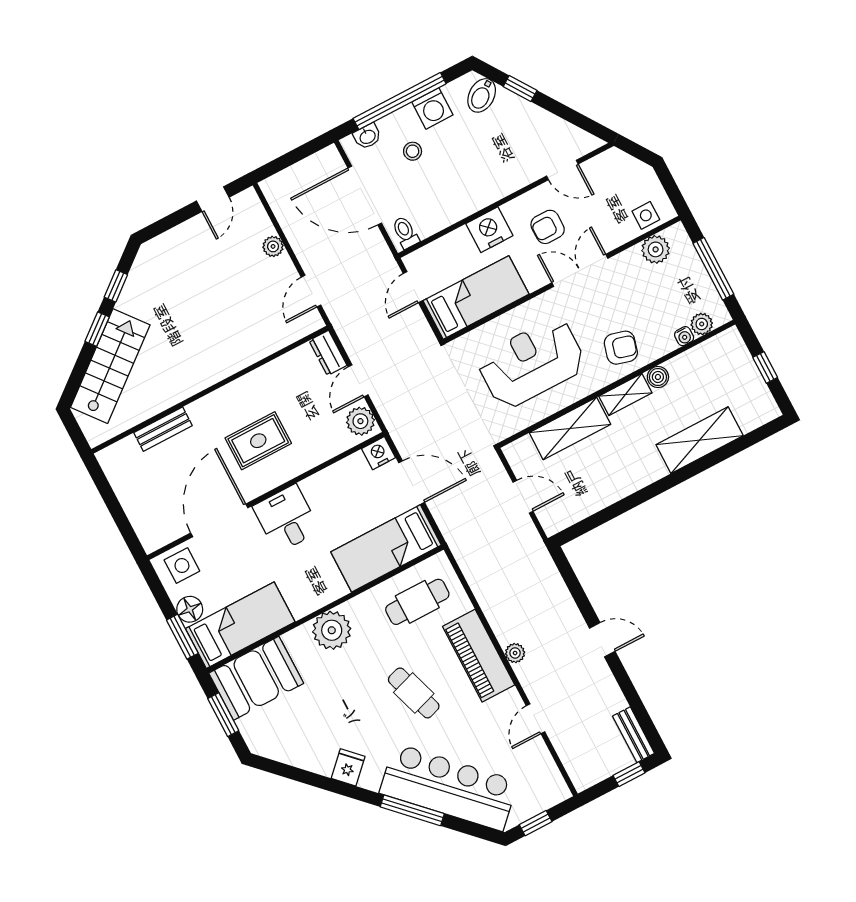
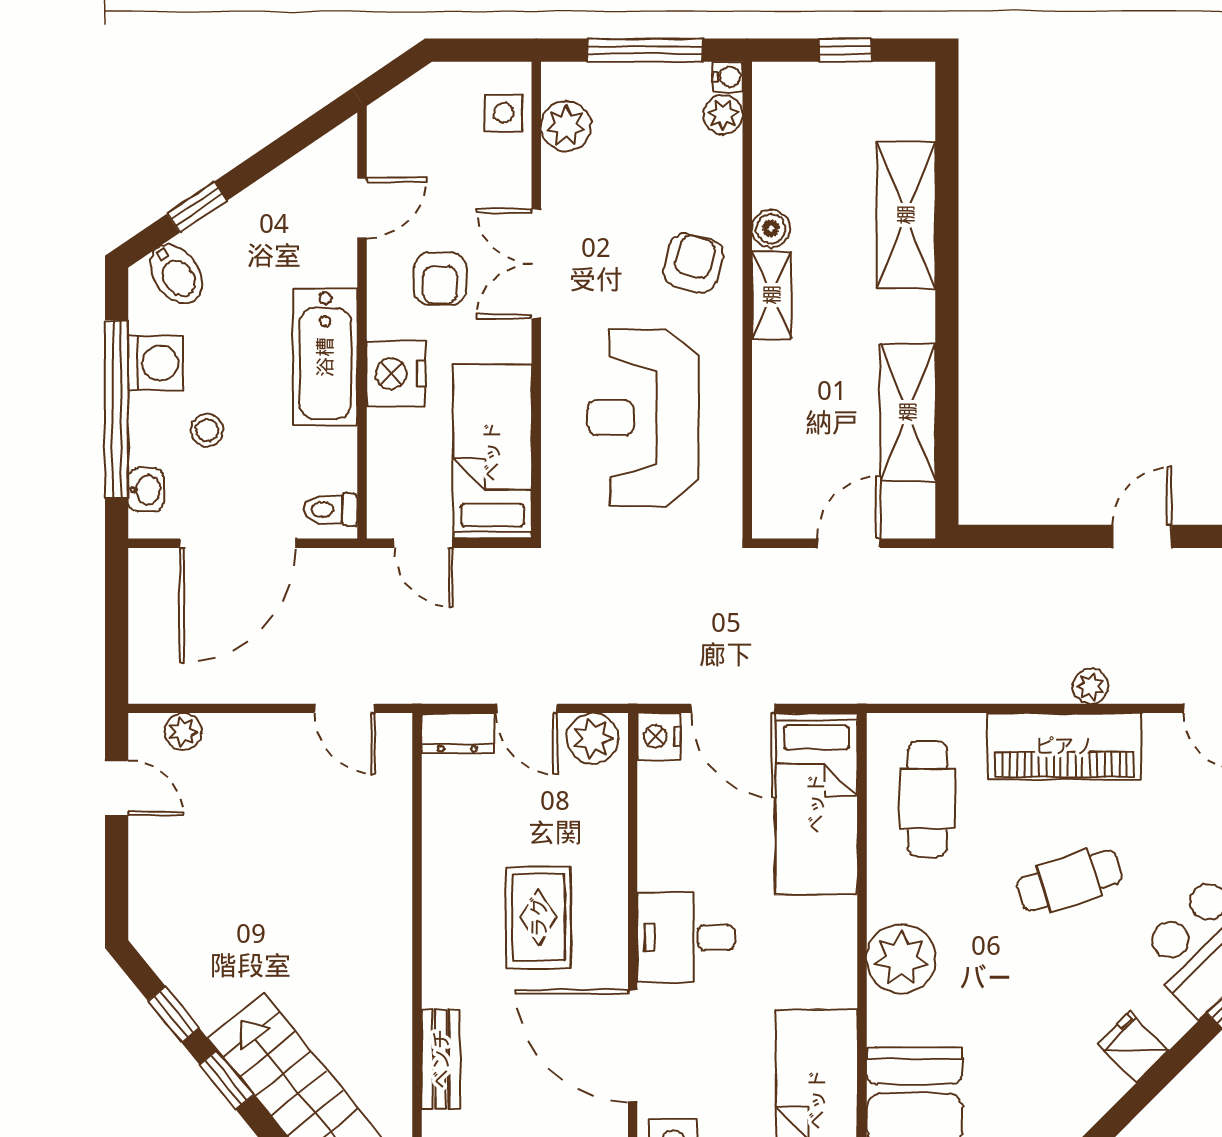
bathtub: (479, 190) -> (325, 357), added
plant: (273, 246) -> (183, 732), moved
water cooler: (684, 336) -> (728, 77), moved
shelving: (570, 428) -> (908, 412), moved
door: (412, 483) -> (733, 708), swing flipped

